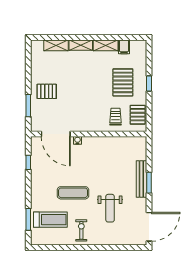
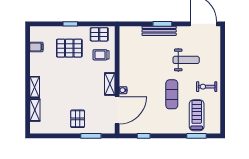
shelving: (106, 45) -> (110, 84), moved

